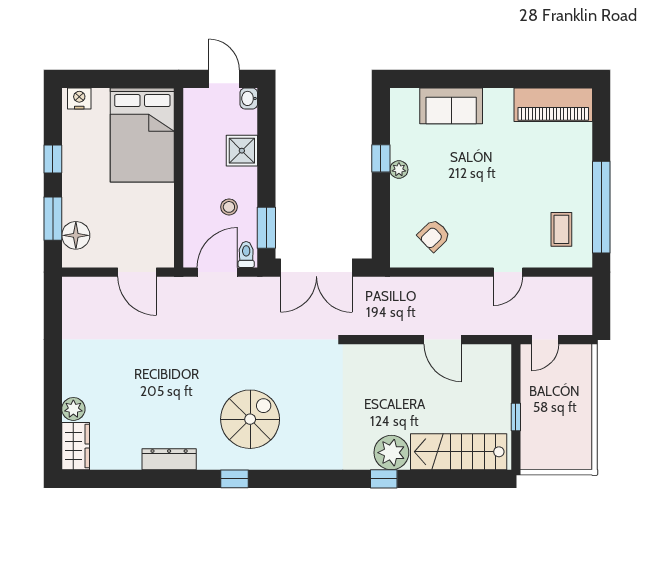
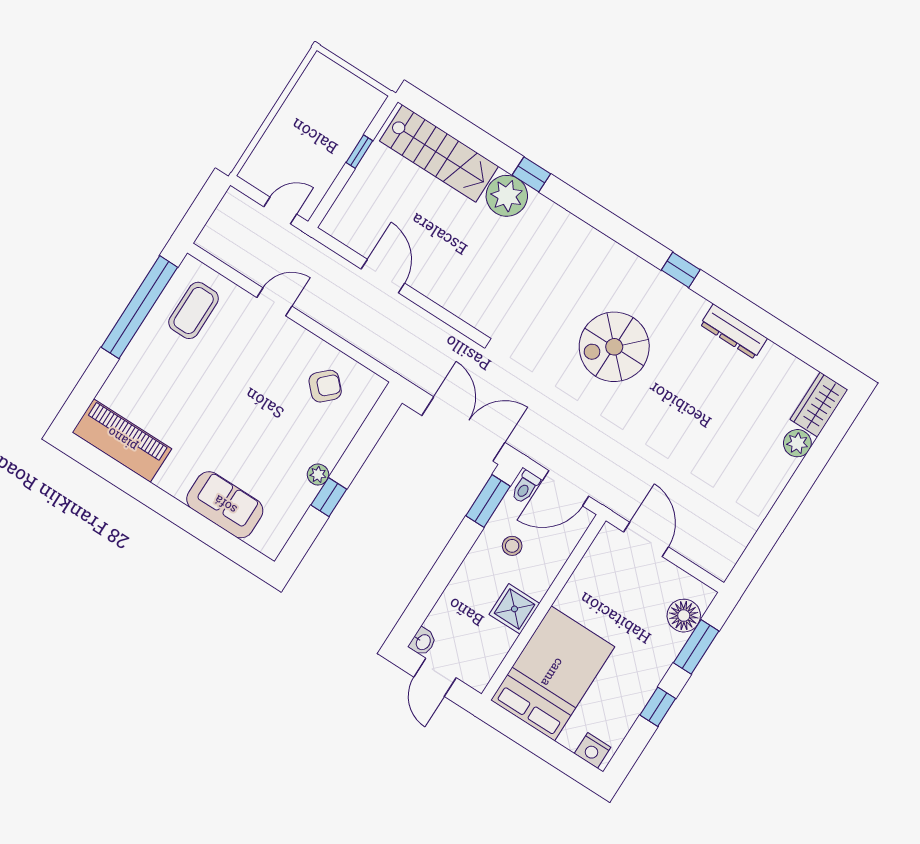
shower: (242, 151) -> (514, 609), moved
coffee table: (561, 229) -> (194, 310), width x1.36, depth x1.30
spiral stairs: (250, 419) -> (614, 347), moved

